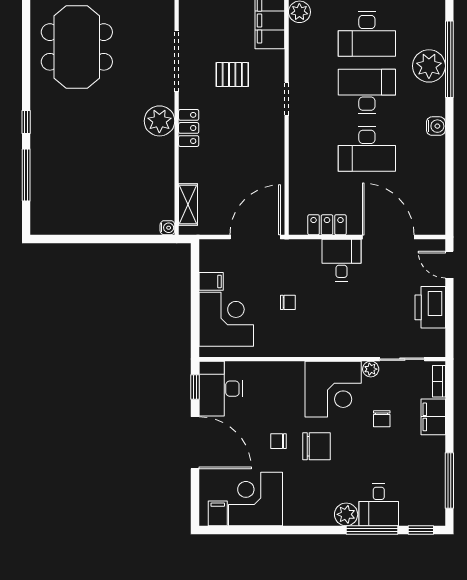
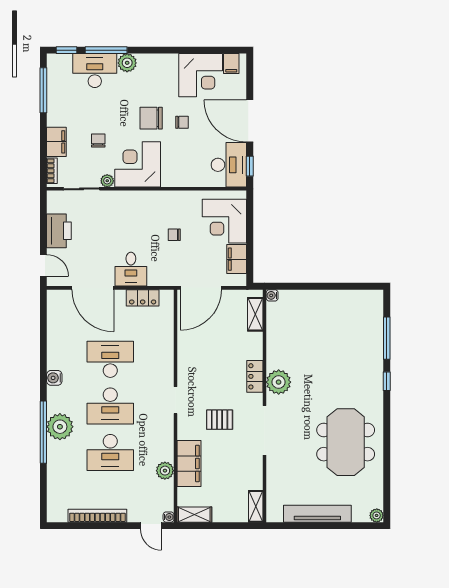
desk: (367, 34) -> (110, 453), turned 180
filing cabinet: (211, 281) -> (237, 259), width x2.00
desk: (379, 505) -> (95, 71), width x1.37

